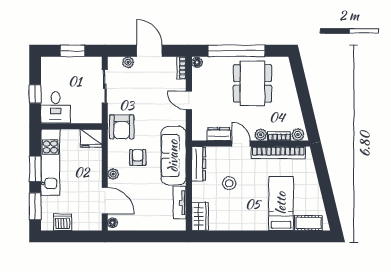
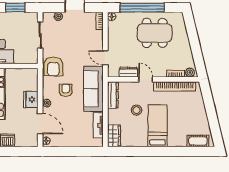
dining table: (252, 83) -> (155, 33), turned 90
door: (189, 100) -> (105, 58), moved
plant: (261, 135) -> (161, 73), removed
fridge: (91, 138) -> (31, 99), moved, turned 90
bed: (281, 203) -> (158, 126), moved

